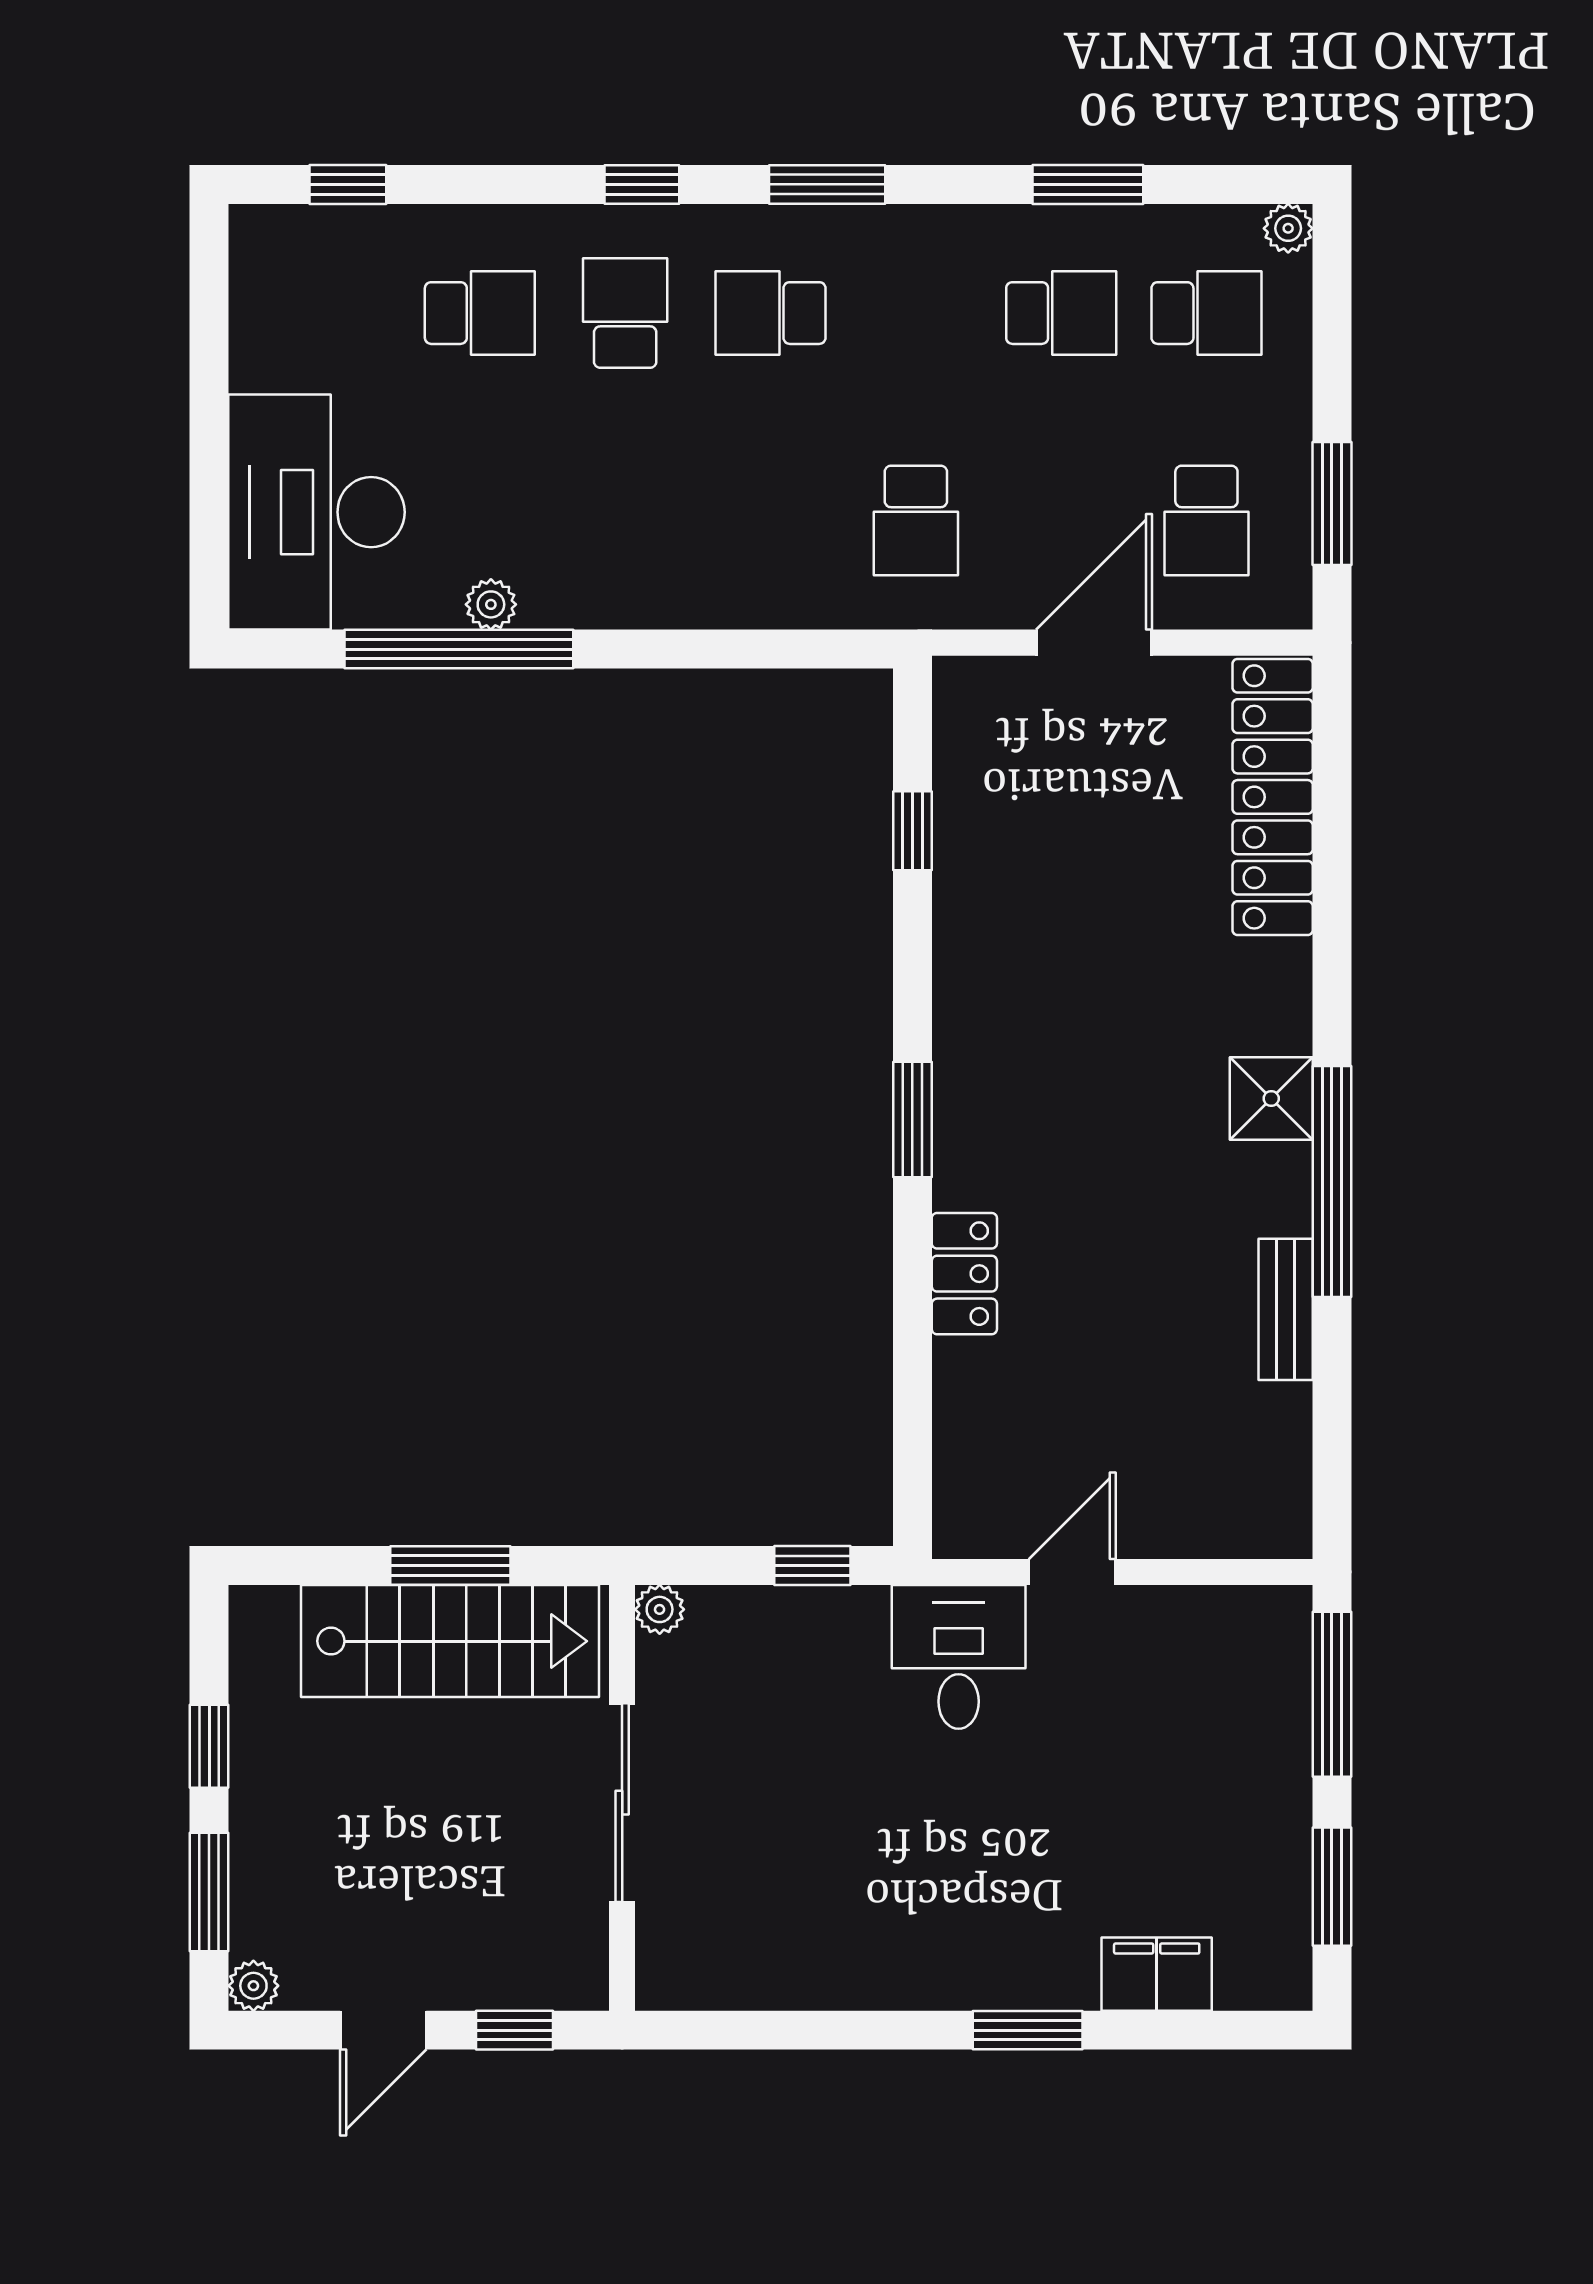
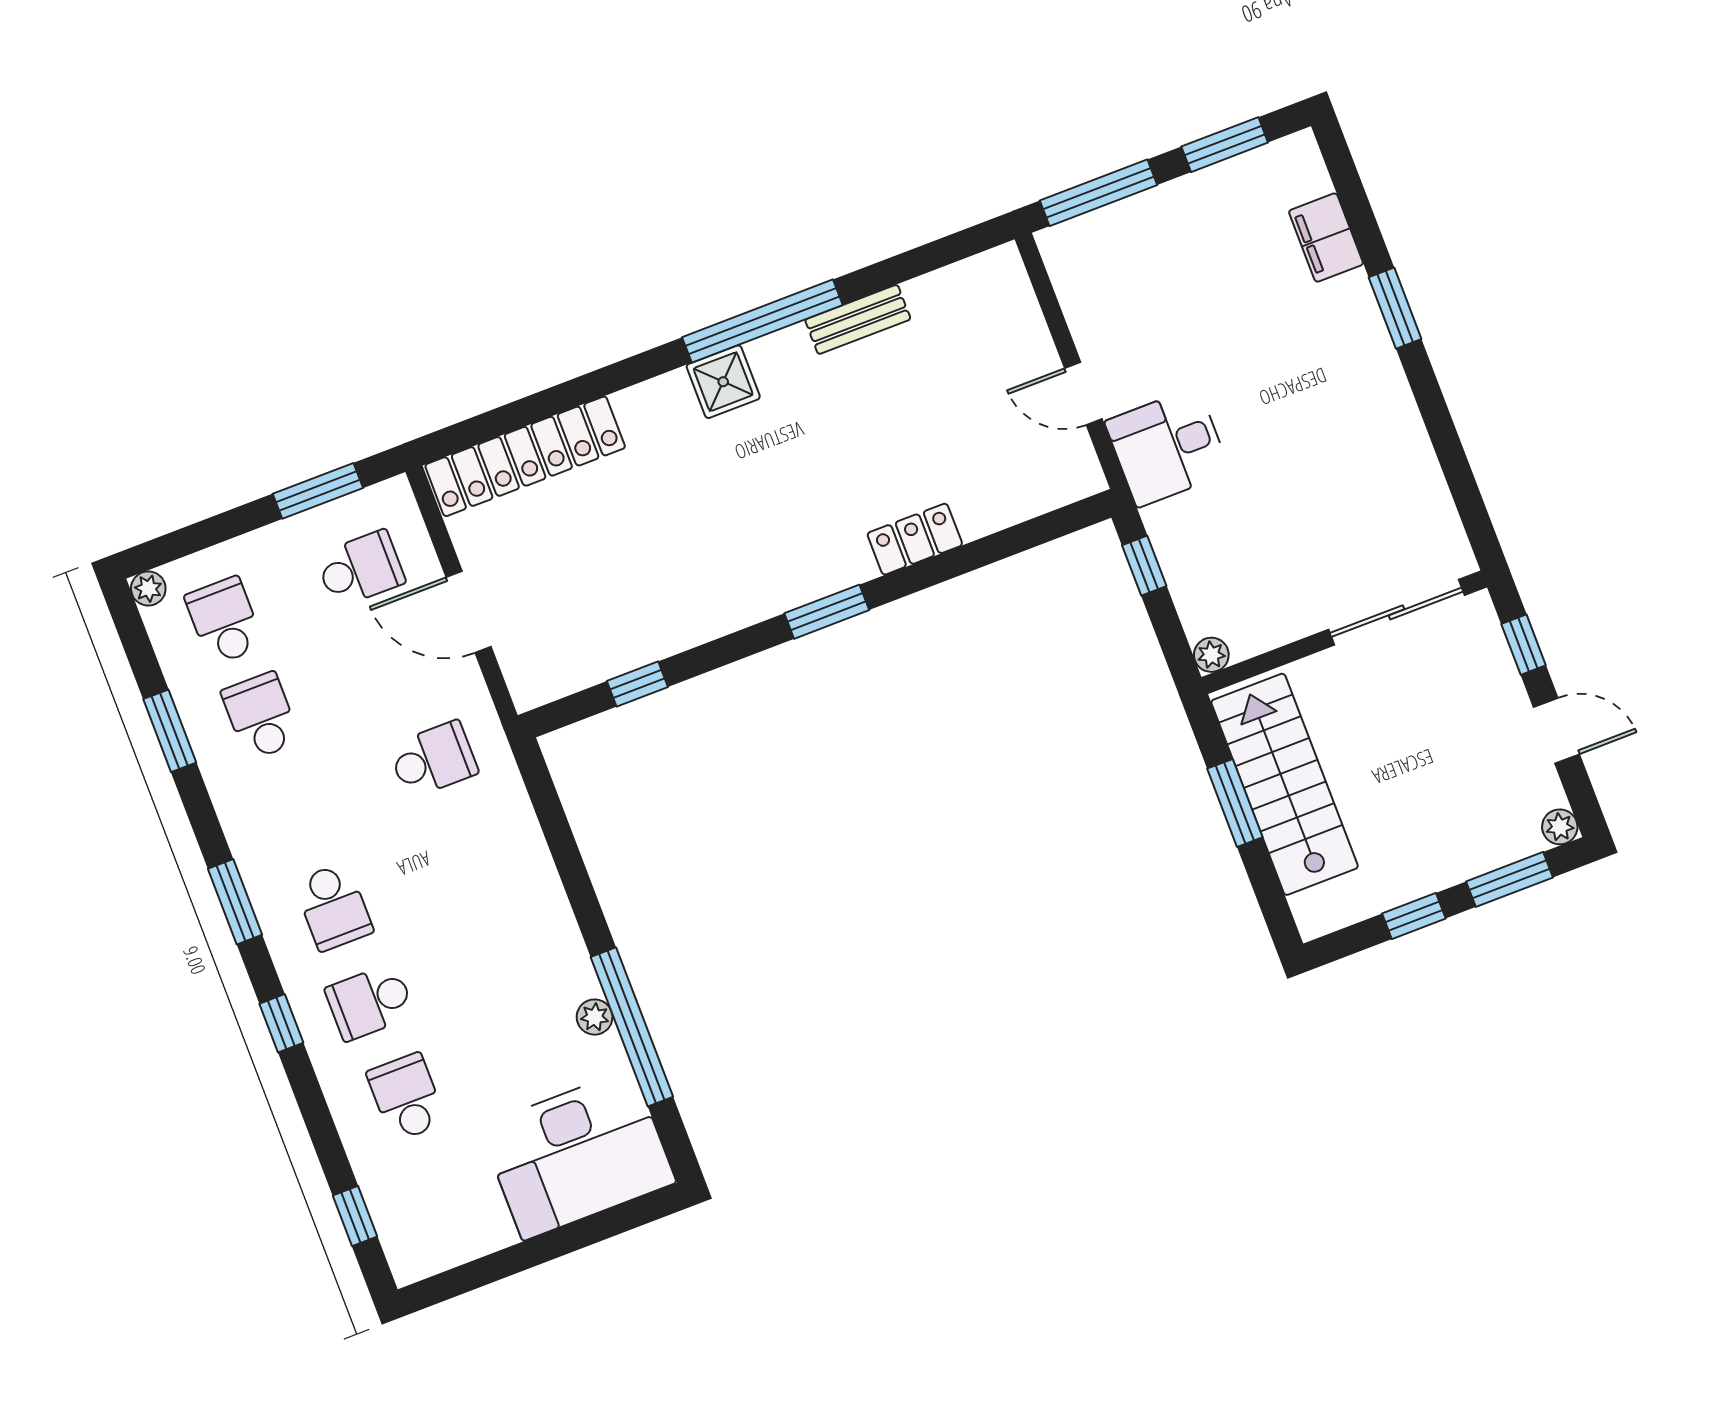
sliding door: (622, 1803) -> (1396, 612), moved

